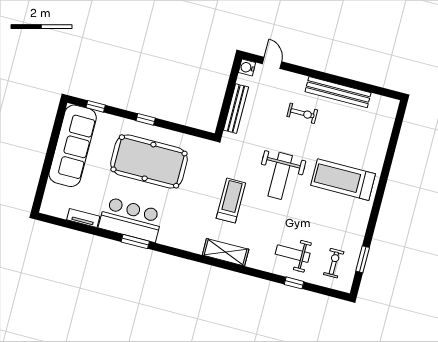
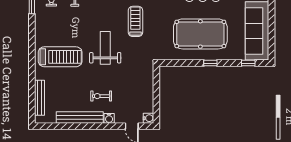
water cooler: (299, 81) -> (109, 118), added
bench: (236, 109) -> (39, 98), moved
treadmill: (231, 201) -> (135, 21), turned 180

